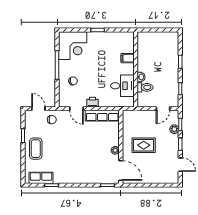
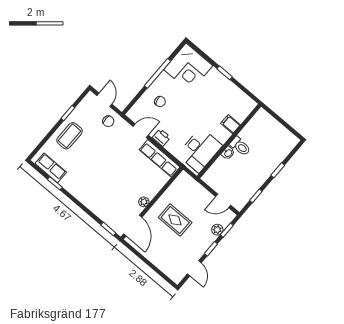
desk: (122, 86) -> (200, 150), width x1.37
toilet: (145, 87) -> (240, 146), moved
door: (76, 109) -> (141, 131), swing flipped

